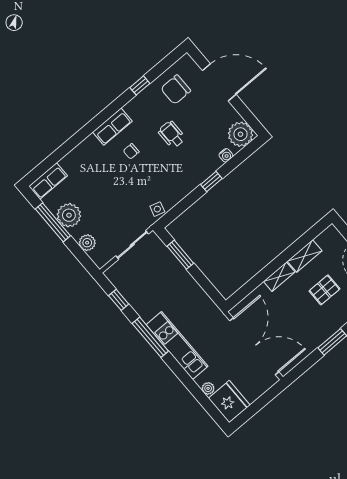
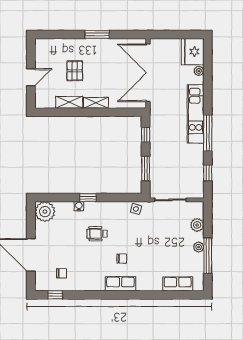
window: (140, 85) -> (55, 295), moved
chair: (176, 90) -> (62, 273), width x0.54, depth x0.54
wheelchair: (172, 134) -> (97, 234), moved, turned 90
water cooler: (226, 155) -> (79, 206), moved
row of seats: (48, 181) -> (178, 284), moved
plant: (69, 215) -> (199, 247), width x0.53, depth x0.53
window: (207, 286) -> (146, 135), added
pallet: (324, 290) -> (75, 71), turned 90

